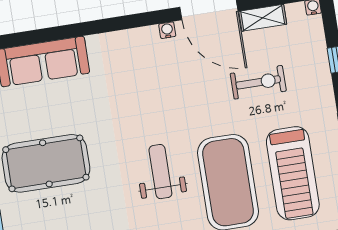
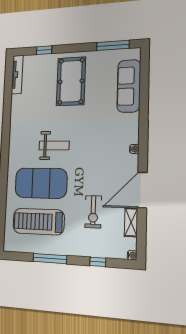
water cooler: (167, 30) -> (134, 149), moved

